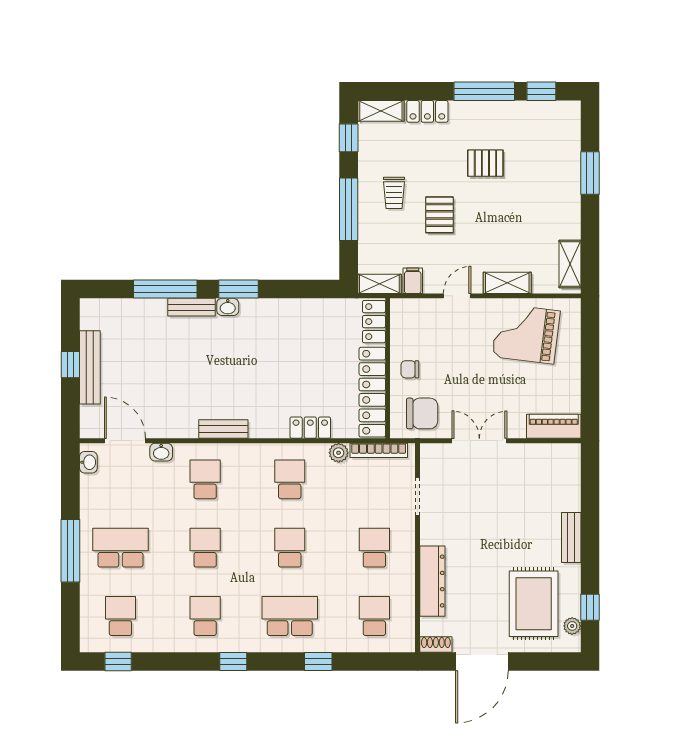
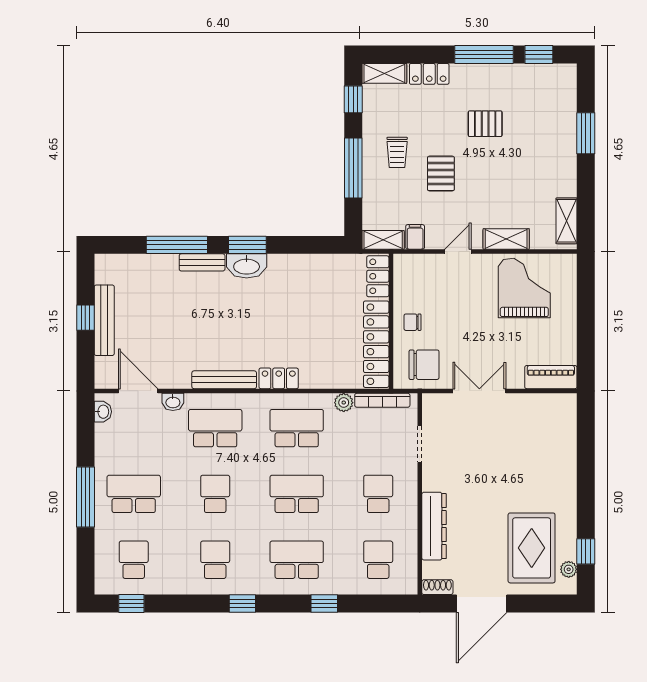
washbasin: (228, 307) -> (247, 266), width x1.91, depth x1.45
grand piano: (526, 334) -> (524, 288), turned 83
locker: (310, 428) -> (279, 378), moved
bench: (223, 429) -> (224, 380), width x1.36
school desk: (205, 479) -> (215, 428), width x1.85
school desk: (290, 479) -> (297, 428), width x1.85
bench: (571, 537) -> (568, 484), removed
school desk: (290, 548) -> (297, 494), width x1.85

